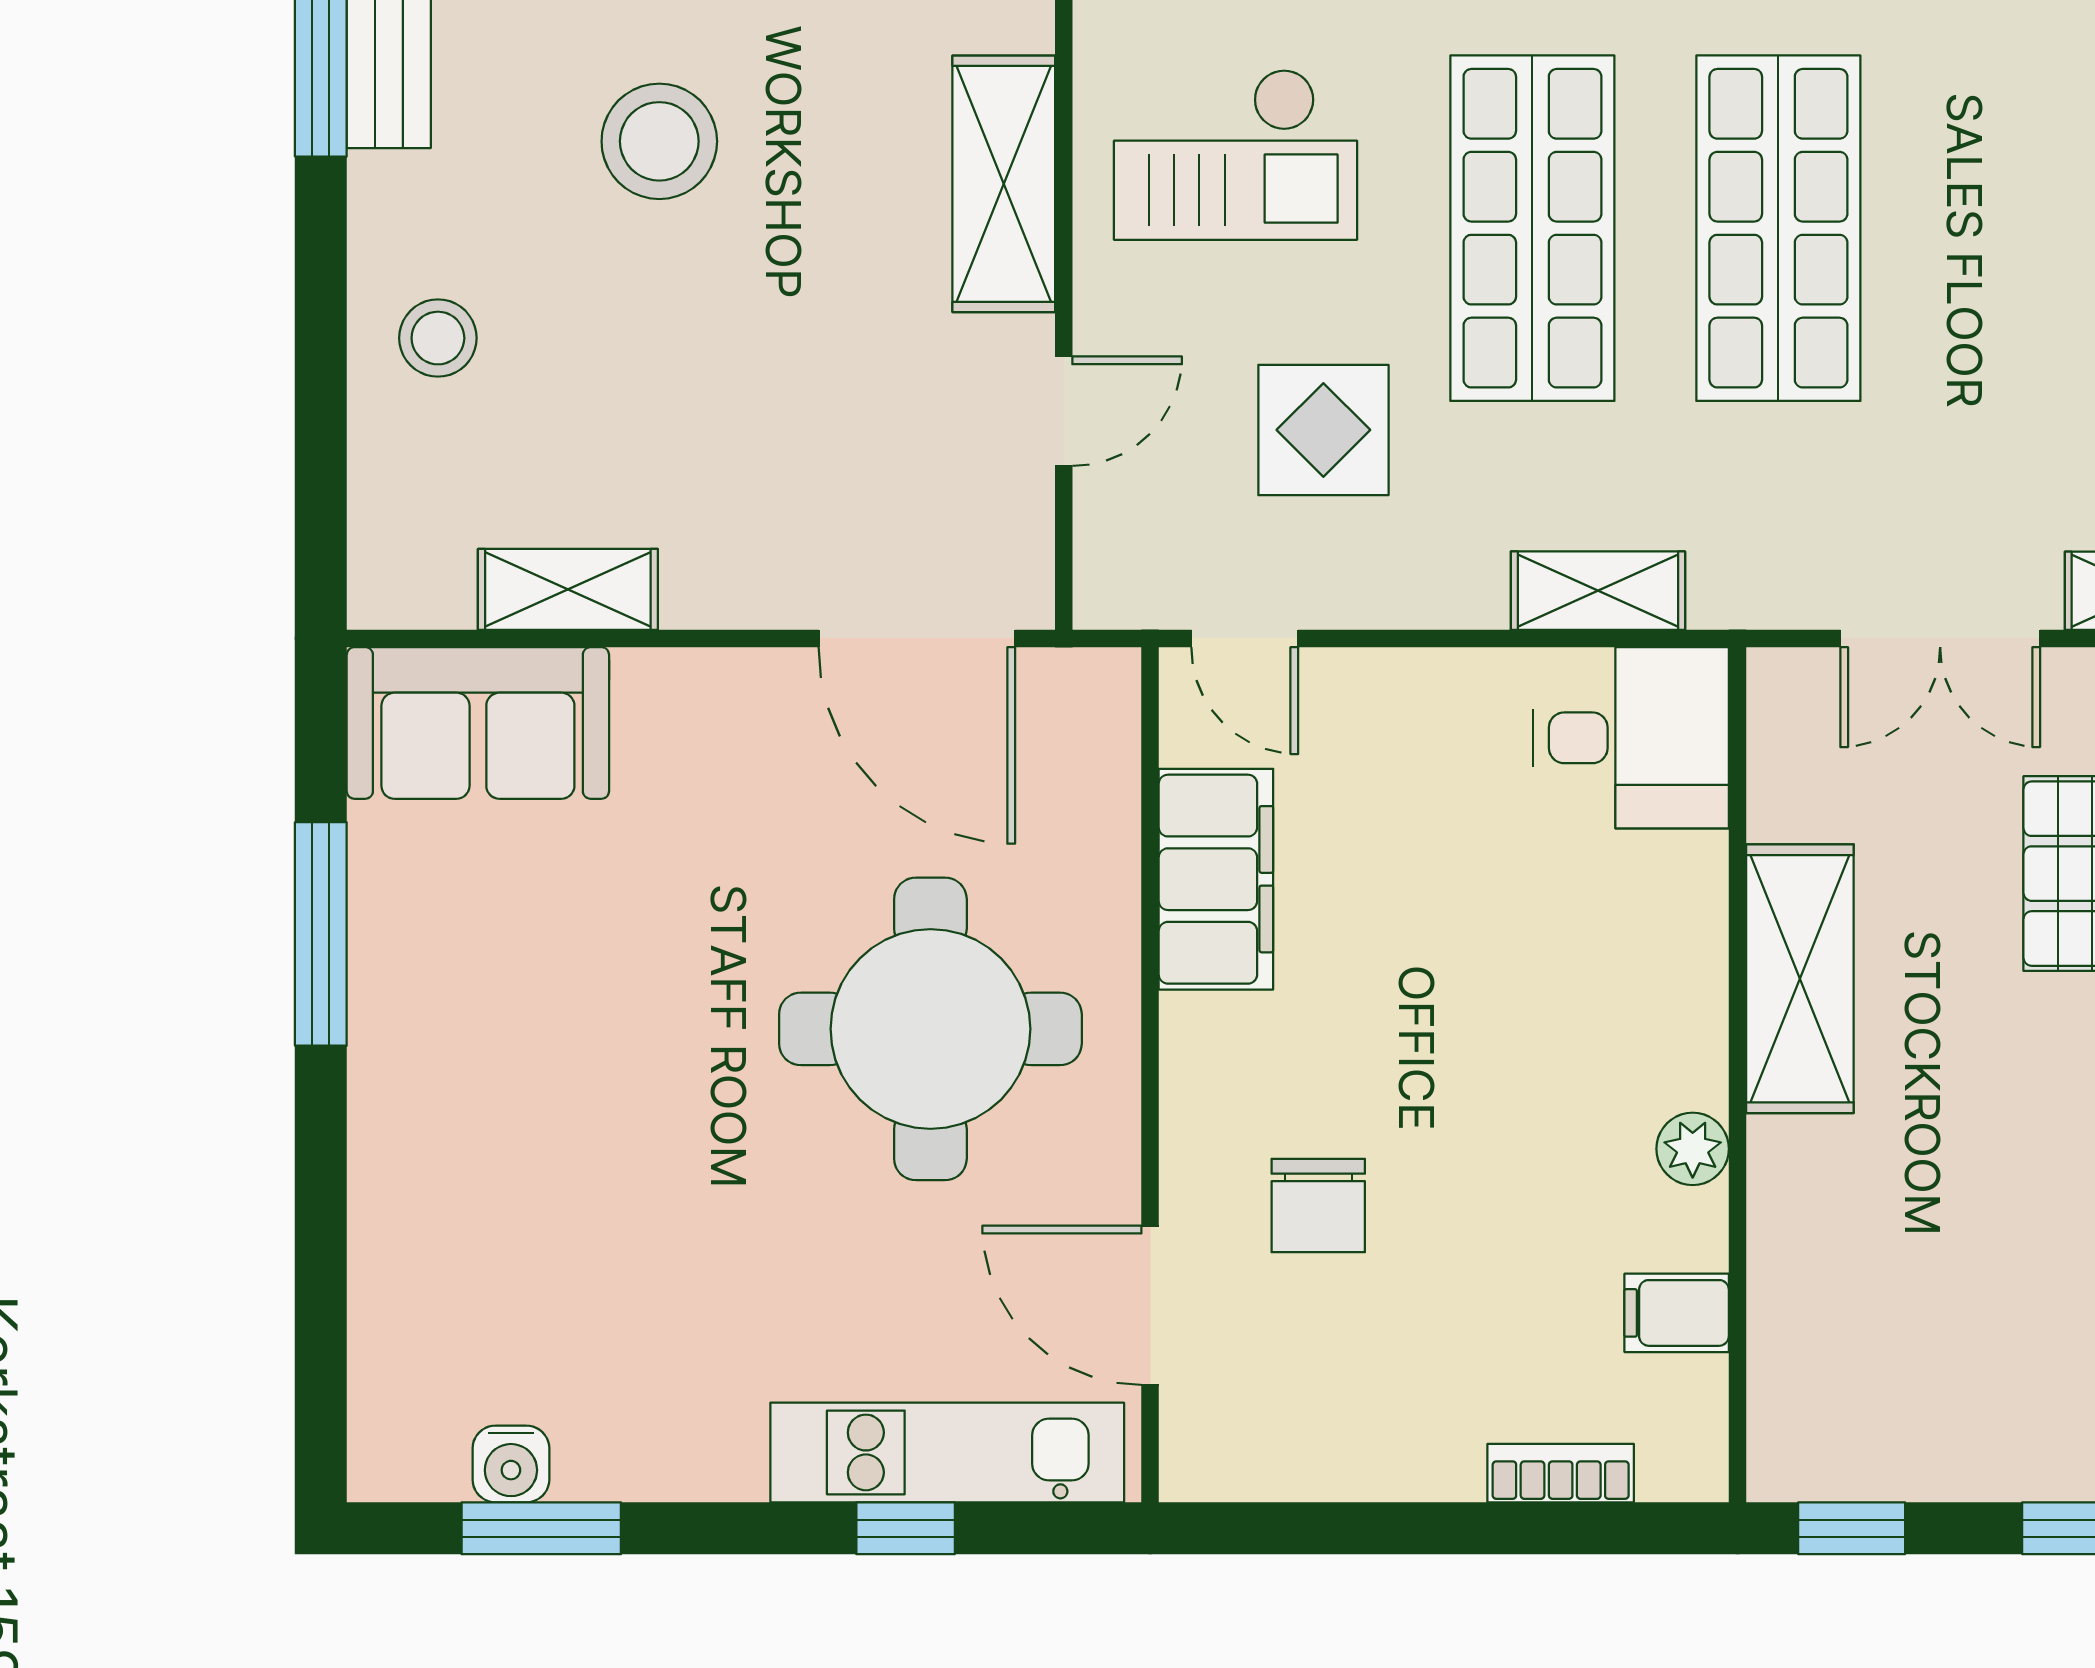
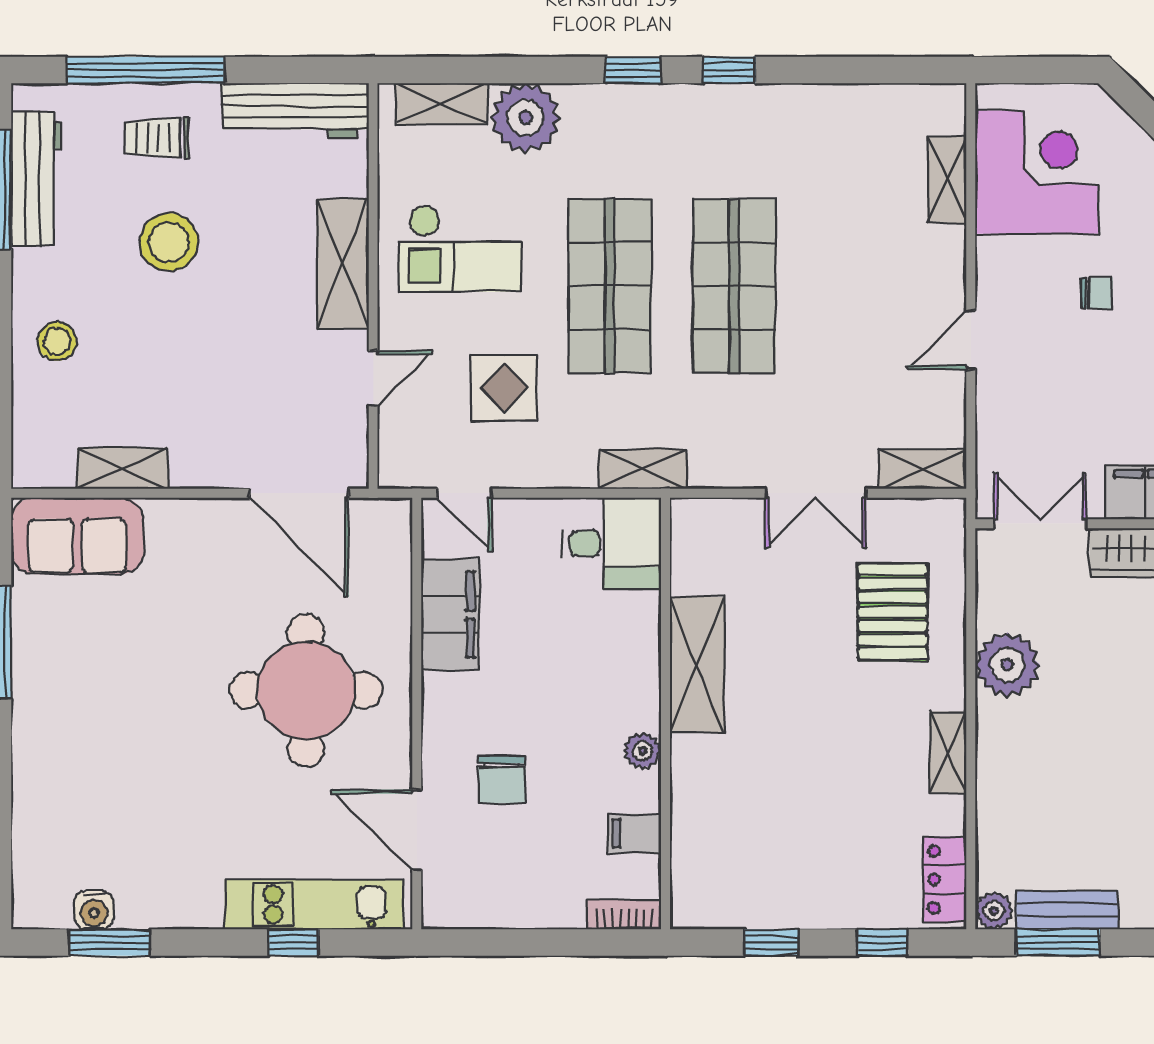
desk: (1631, 738) -> (612, 543), moved
shelving: (1800, 979) -> (697, 665), moved
wall: (1737, 1075) -> (665, 713), moved
plant: (1693, 1149) -> (643, 751), moved
filing cabinet: (1677, 1313) -> (635, 834), moved

